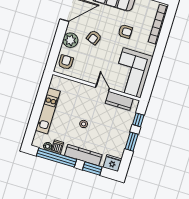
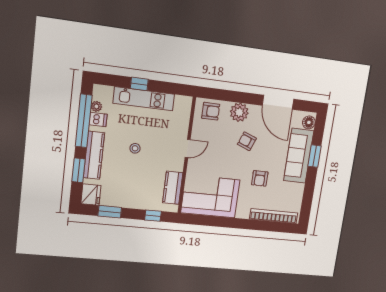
door: (103, 88) -> (188, 148), moved
window: (36, 112) -> (139, 84), added
window: (132, 142) -> (110, 212), moved

